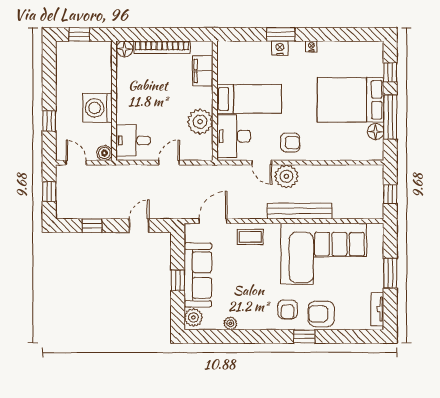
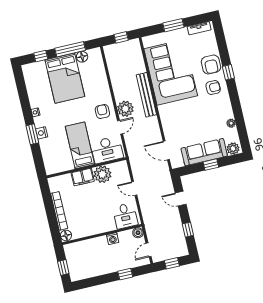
filing cabinet: (203, 71) -> (83, 177), moved
washing machine: (98, 108) -> (113, 239), width x0.53, depth x0.53
coffee table: (250, 237) -> (171, 123), removed

